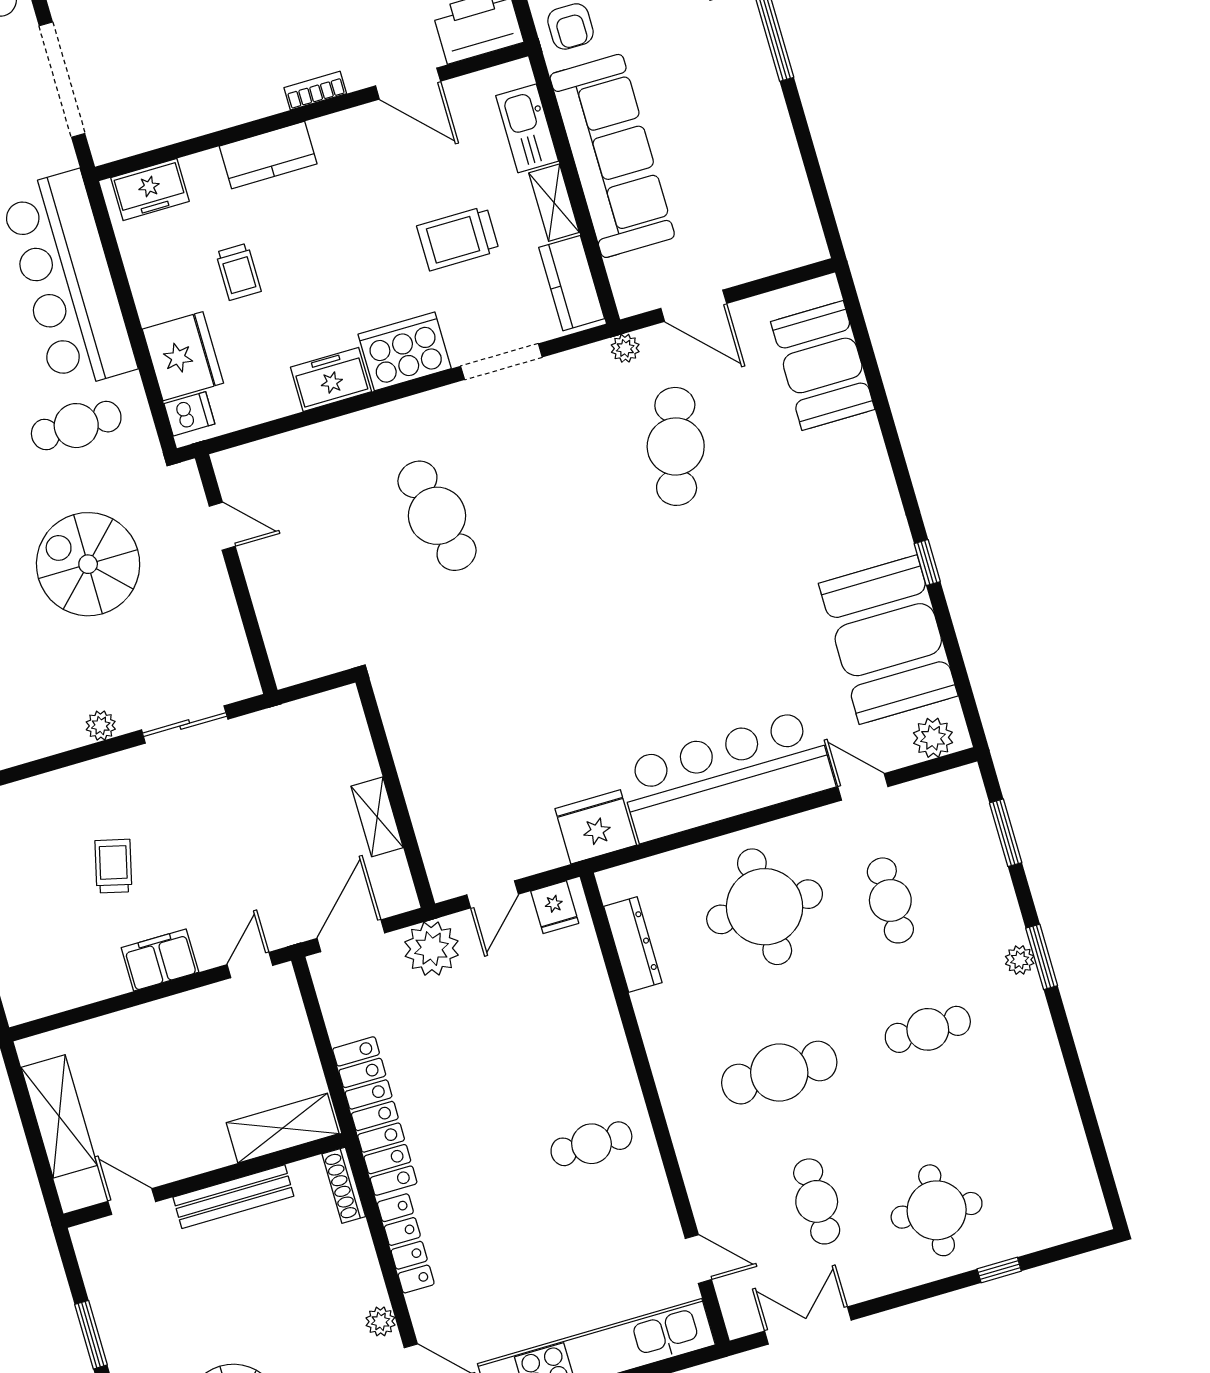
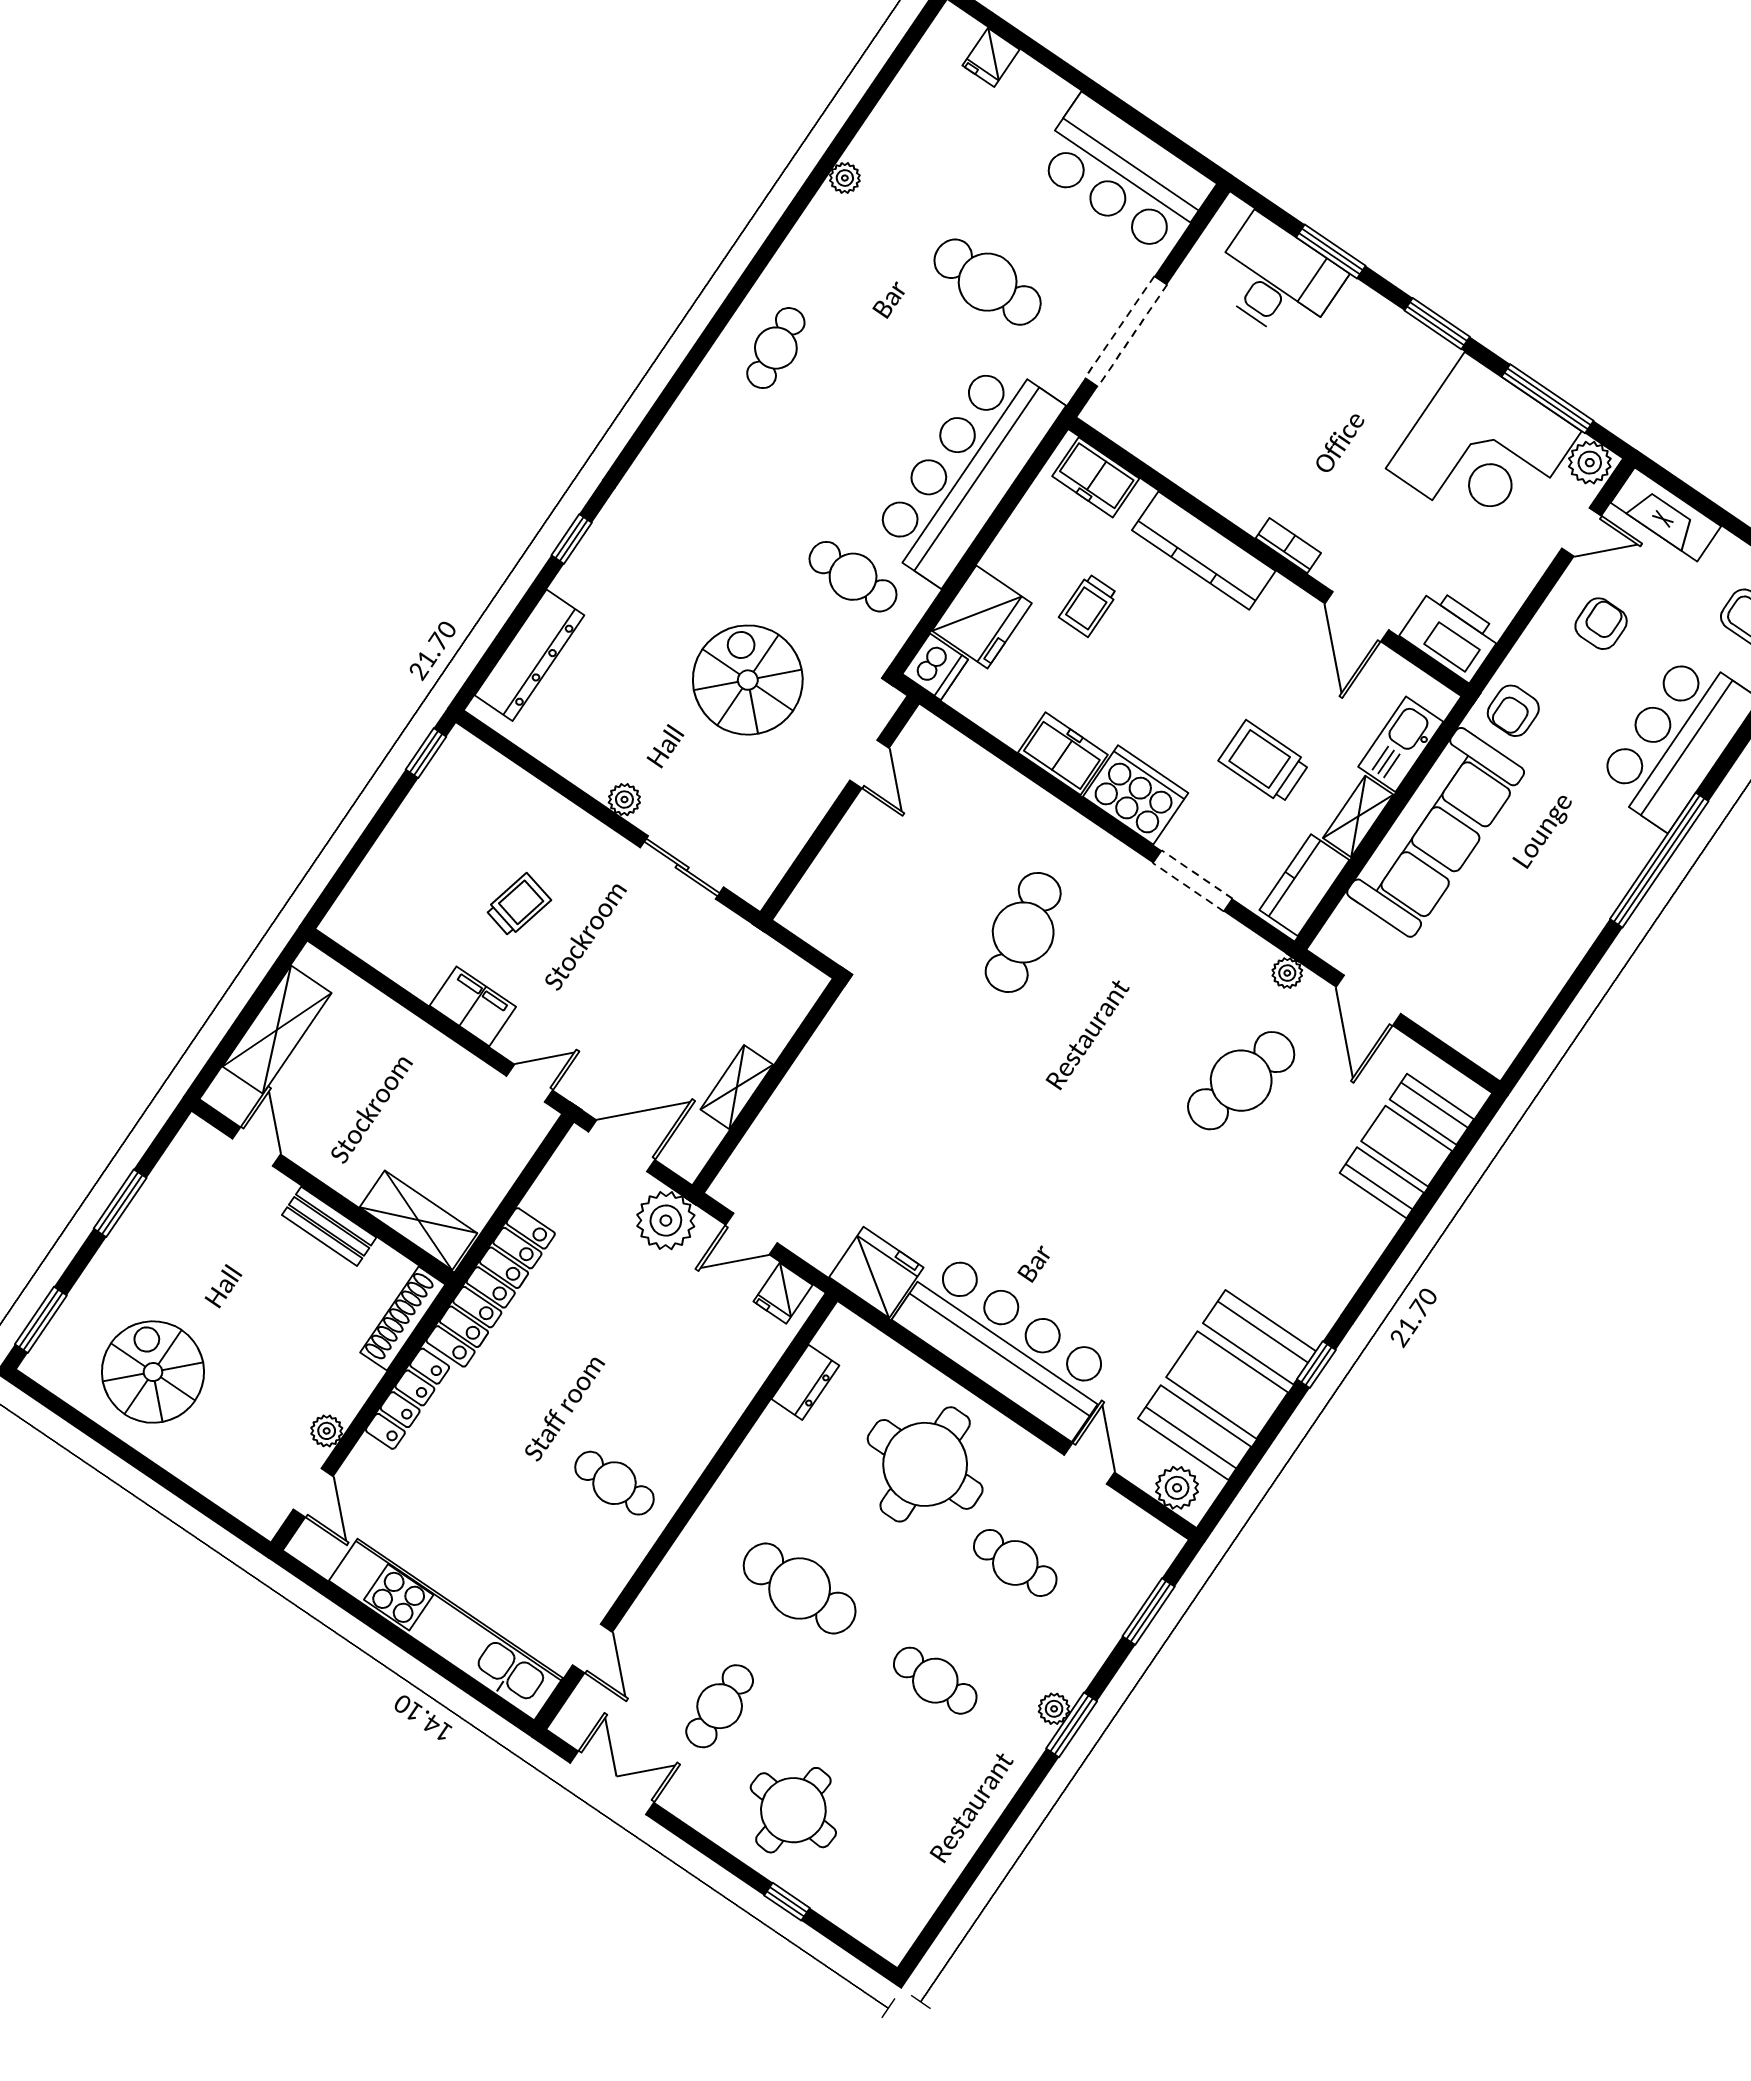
kitchen counter: (268, 155) -> (1204, 551), width x1.50
dishwasher: (189, 414) -> (935, 667), width x1.38
cafe table: (890, 900) -> (1015, 1563), turned 90
dresser: (633, 944) -> (805, 1382), width x0.70
shoe rack: (344, 1185) -> (403, 1318), width x1.36, depth x1.24
bench: (233, 1197) -> (329, 1226), width x0.73

